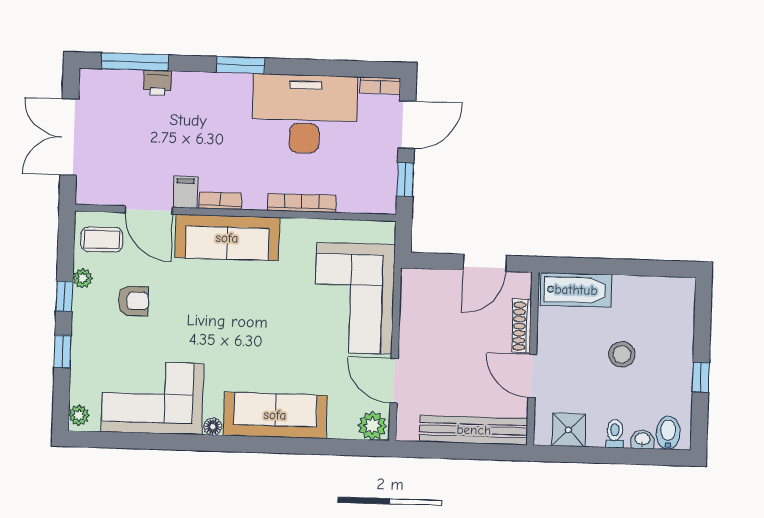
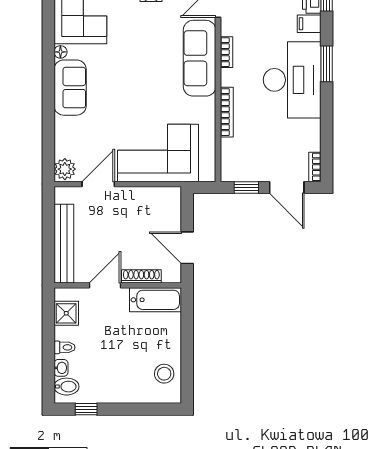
desk: (305, 114) -> (292, 80), moved
filing cabinet: (185, 192) -> (309, 24), moved, turned 180
bathtub: (576, 290) -> (156, 300), moved, turned -90
stool: (622, 354) -> (164, 374), moved
window: (701, 377) -> (86, 409), moved
sofa: (275, 415) -> (70, 88), width x0.73

